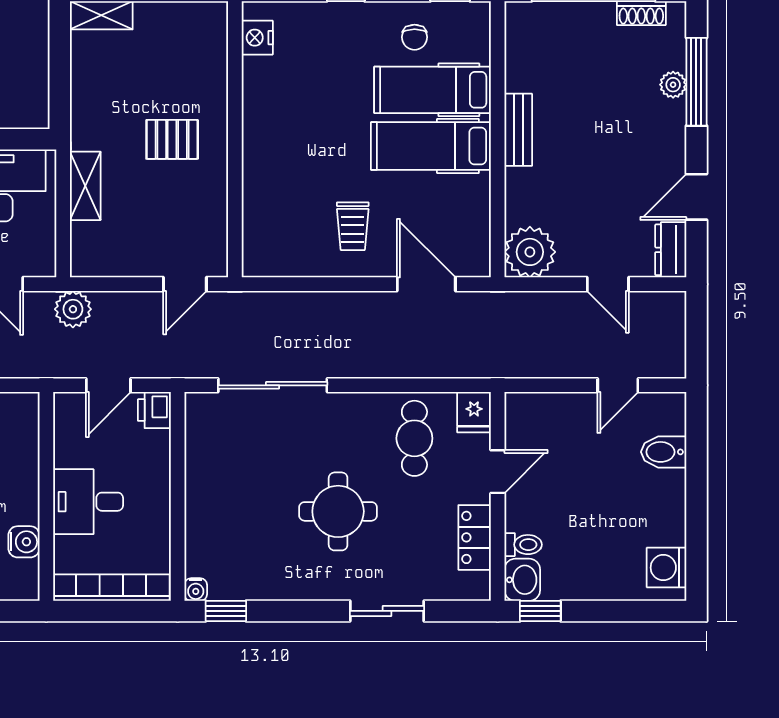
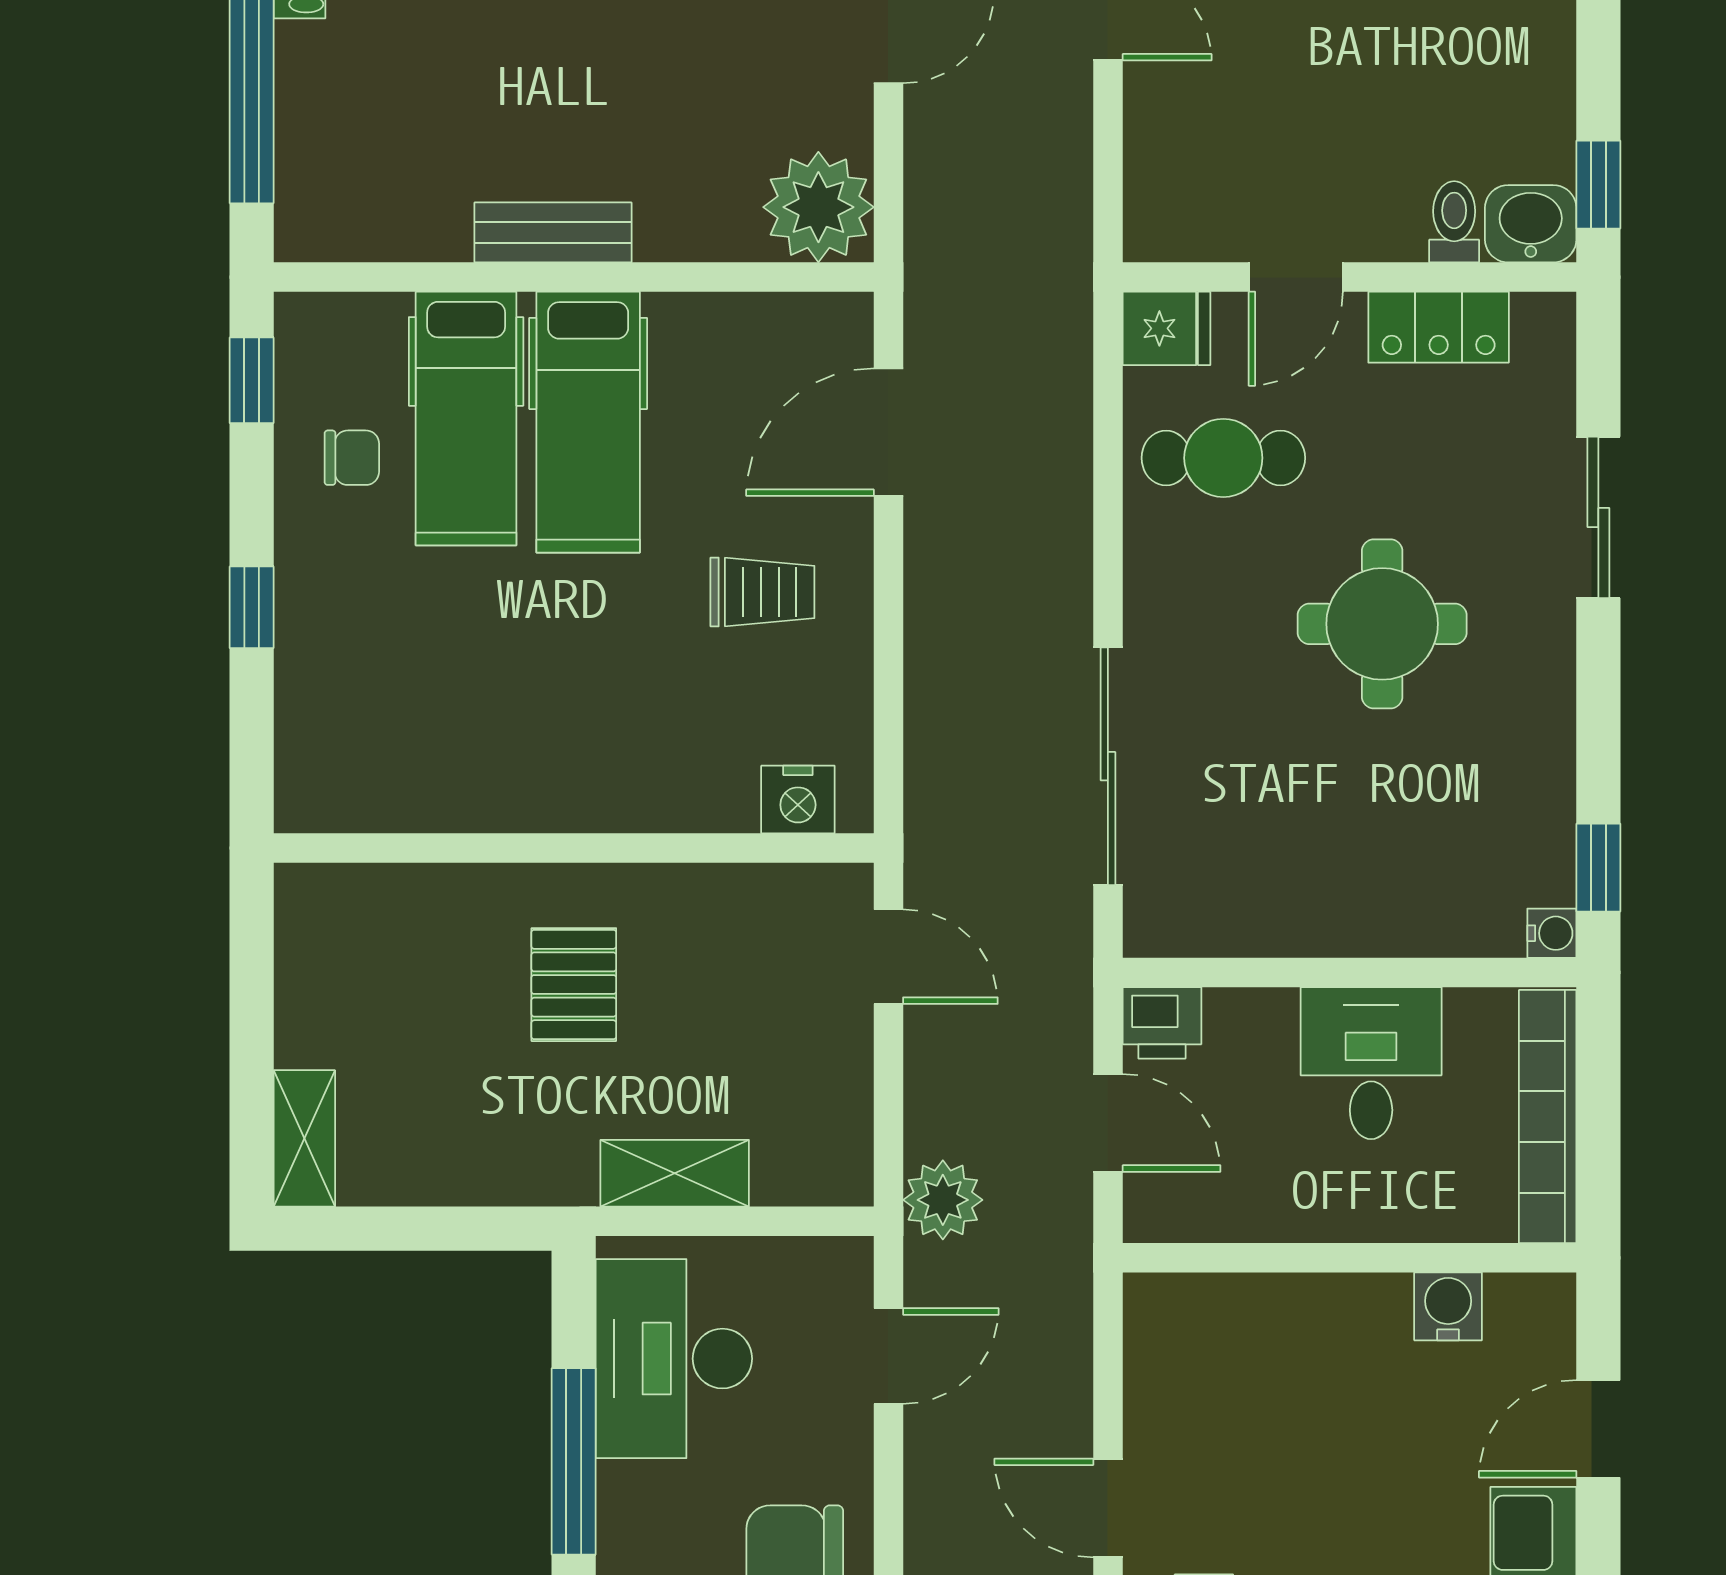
nightstand: (257, 38) -> (798, 799), moved
door: (498, 472) -> (1296, 277), swing flipped
desk: (88, 502) -> (1371, 1063), moved, turned 180

